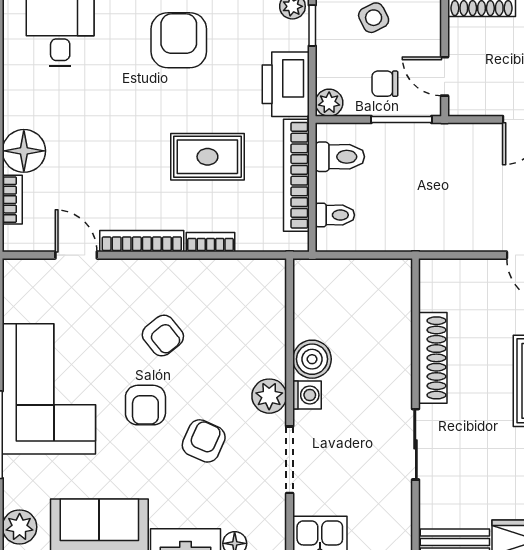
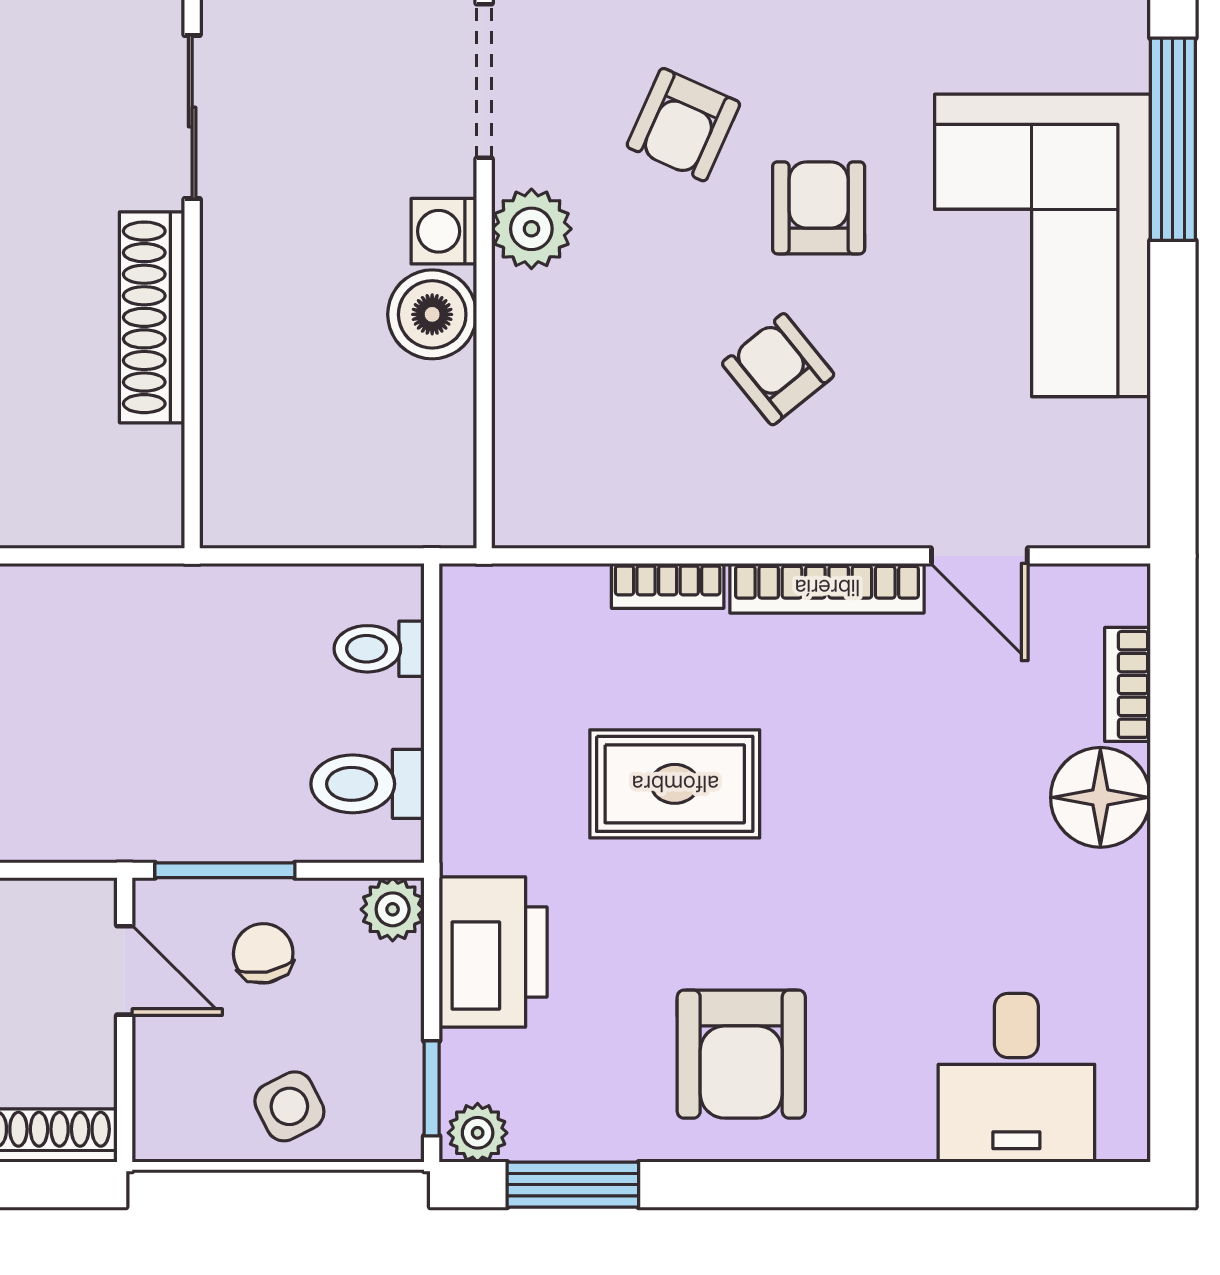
chair: (385, 84) -> (263, 953), turned -100
bookcase: (296, 175) -> (469, 741), removed

